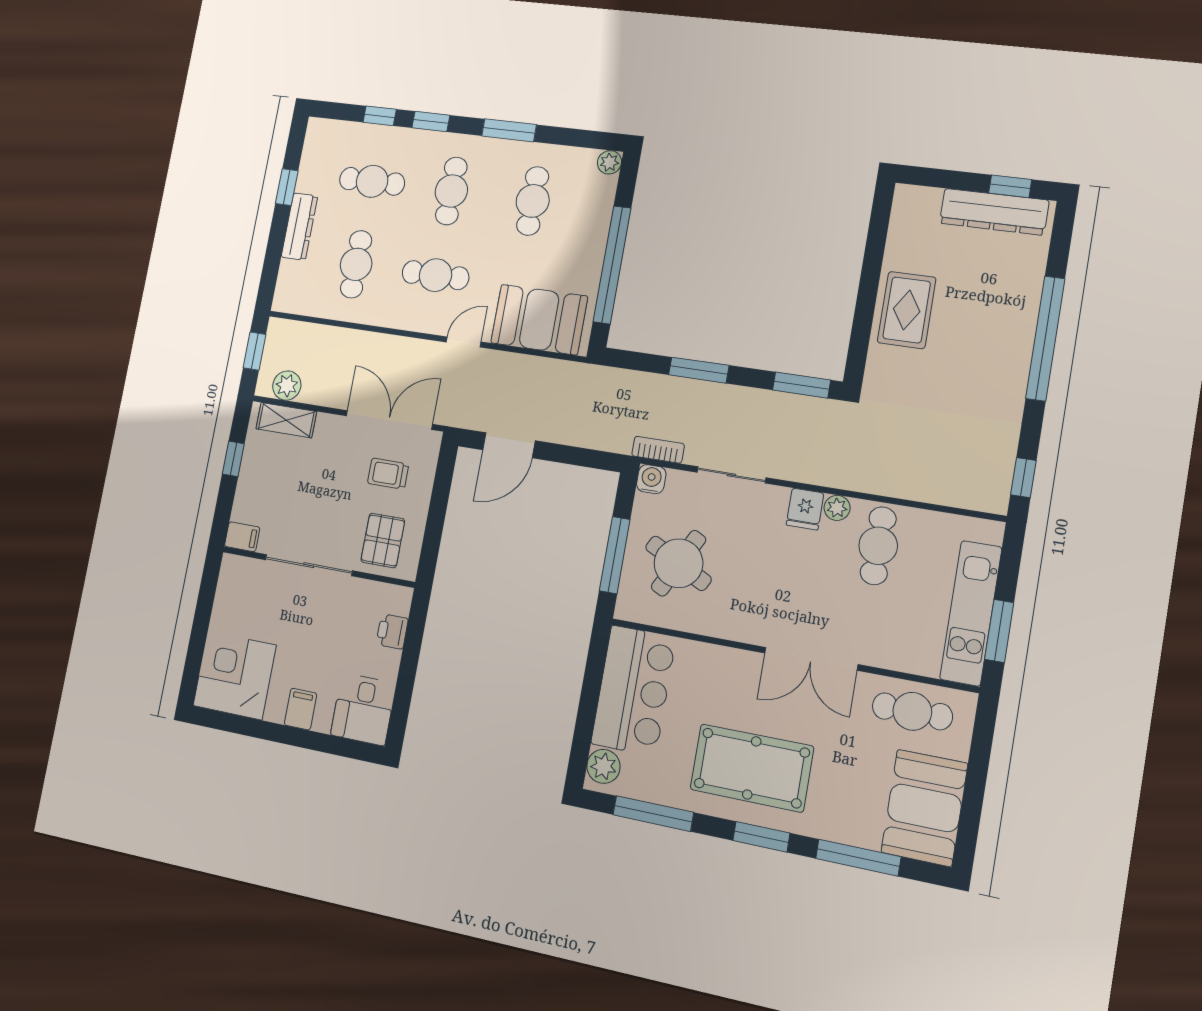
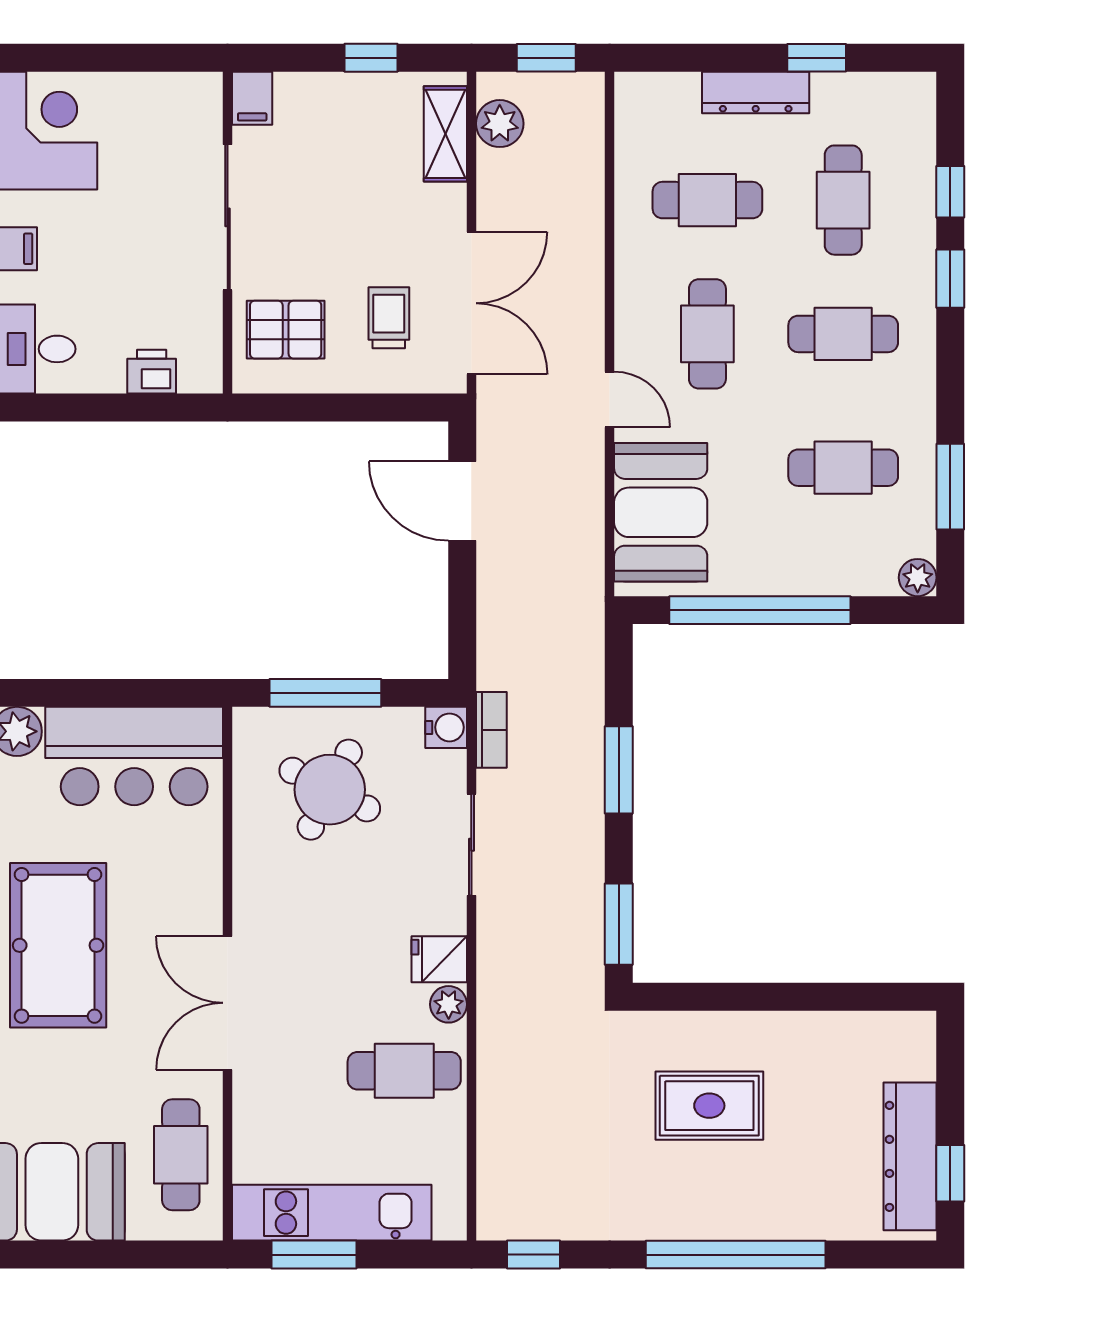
window: (509, 130) -> (950, 487), moved
rug: (907, 310) -> (709, 1106), moved

